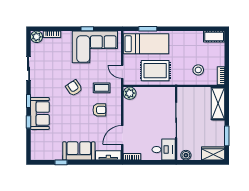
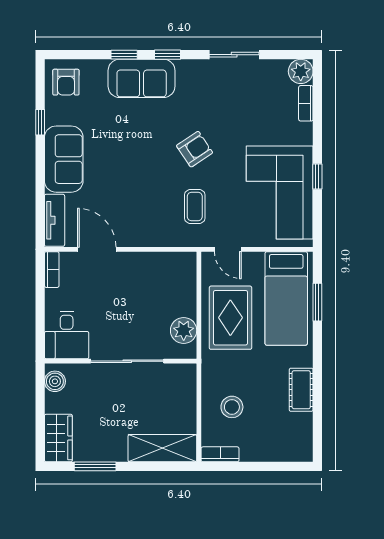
cot: (214, 37) -> (301, 390), moved
door: (122, 72) -> (228, 249), swing flipped
plant: (130, 93) -> (184, 330), moved
armchair: (99, 110) -> (66, 82), moved

